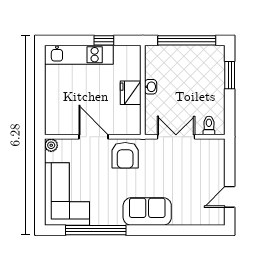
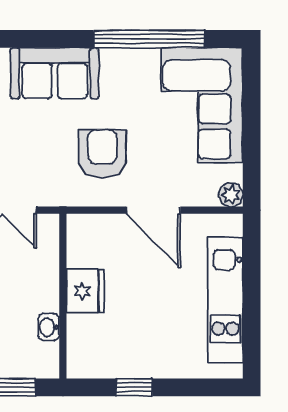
kitchen unit: (79, 55) -> (225, 300), moved, turned -90
washbasin: (151, 87) -> (49, 327), moved
armchair: (125, 155) -> (102, 154), moved

